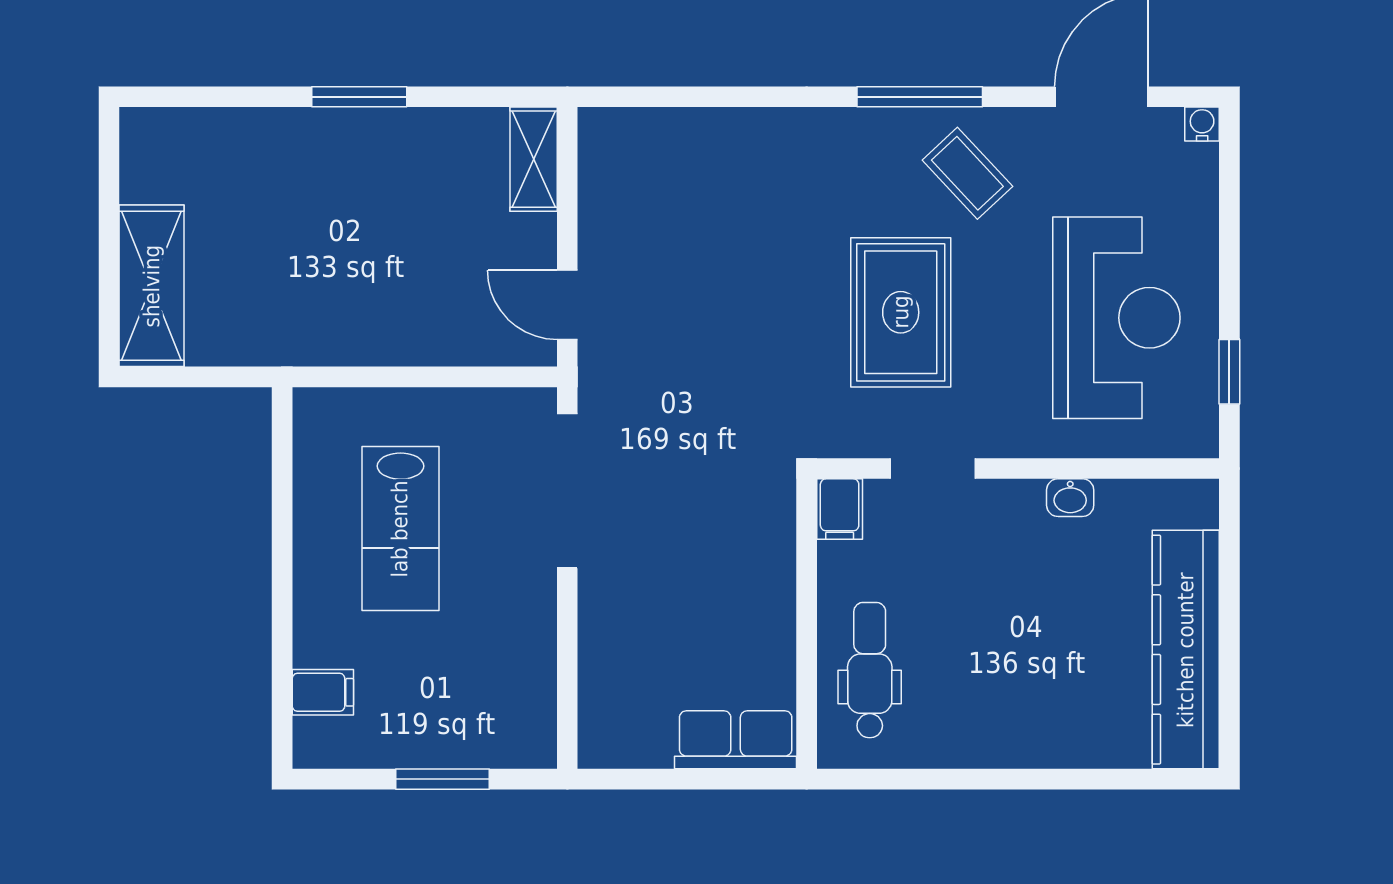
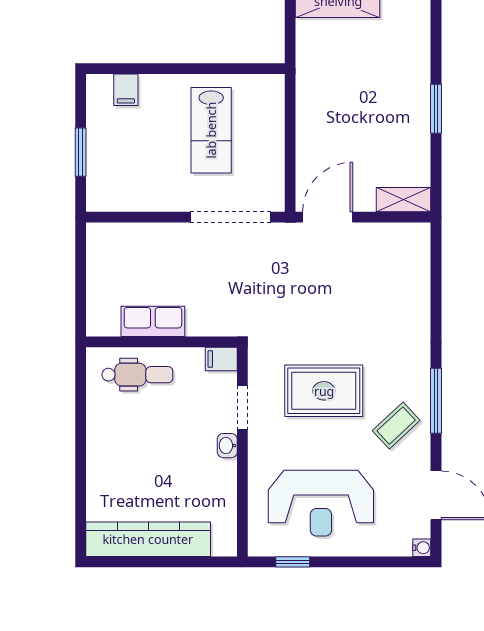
door: (567, 305) -> (328, 217), width x1.38
washbasin: (1070, 498) -> (227, 446), moved
lab bench: (400, 529) -> (211, 130), turned -90
row of seats: (736, 740) -> (153, 321), moved, turned -90

